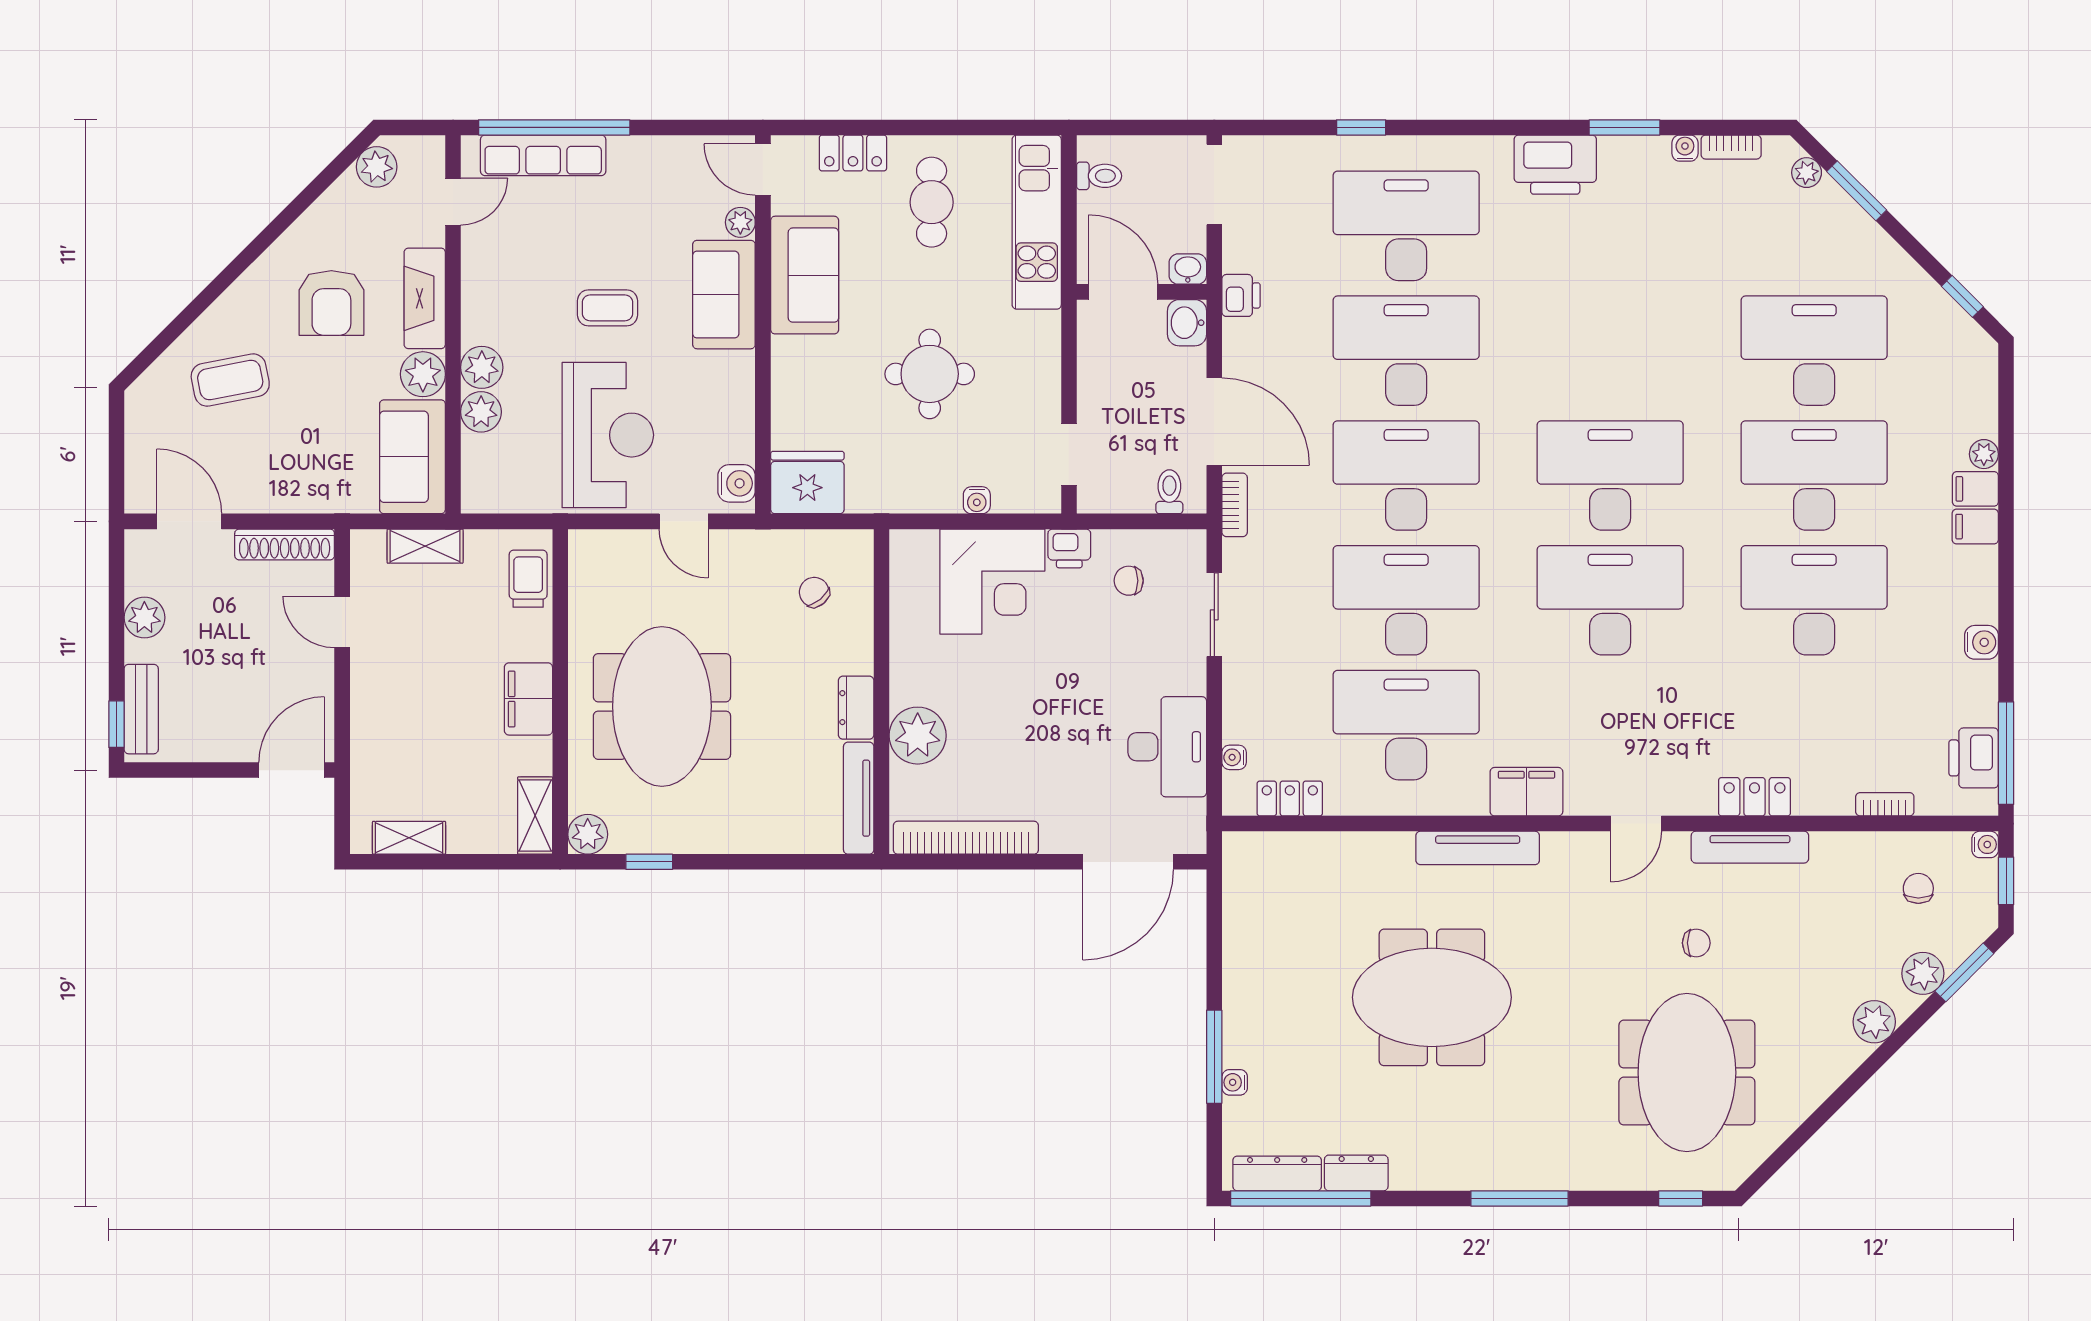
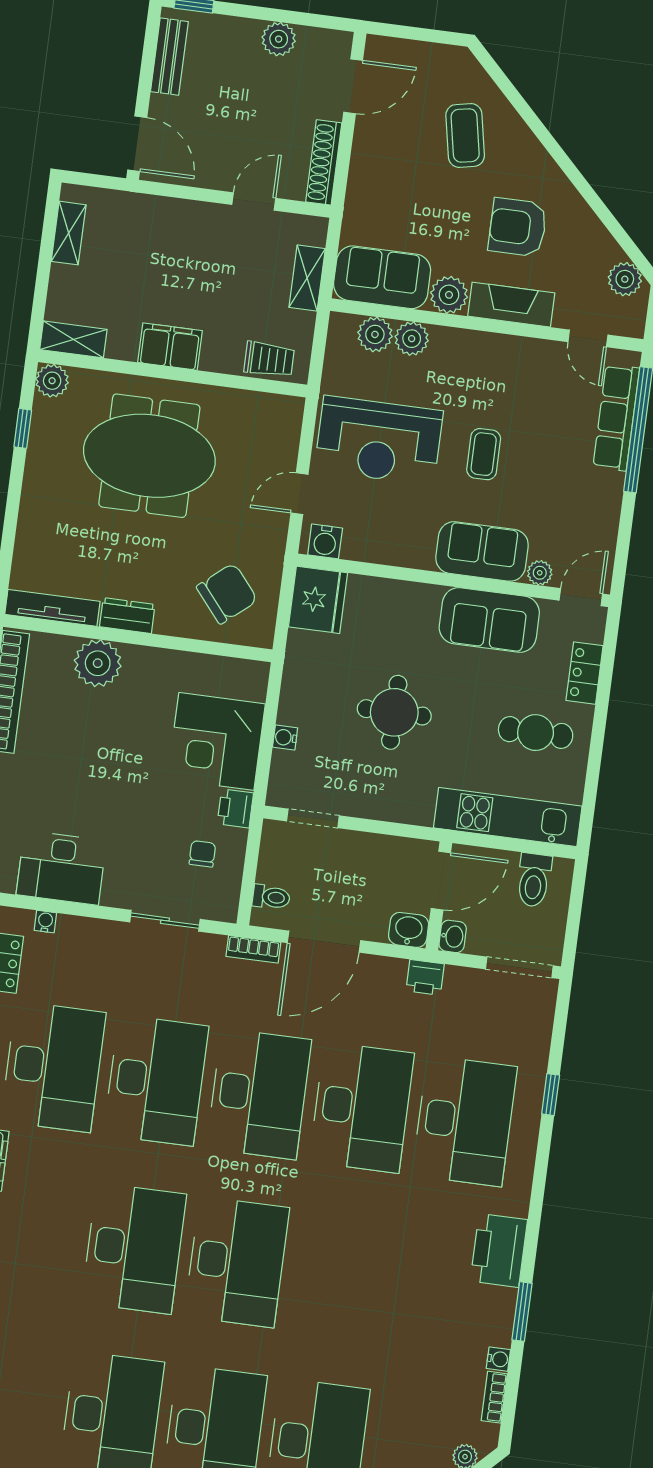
toilet: (1099, 176) -> (534, 880), width x1.37, depth x1.39
plant: (482, 367) -> (375, 334), moved
chair: (814, 592) -> (227, 594), width x1.87, depth x1.87
bench: (141, 709) -> (169, 57), moved, turned 90

